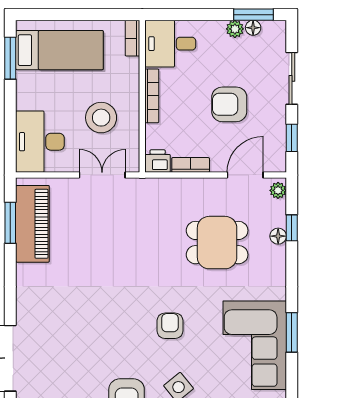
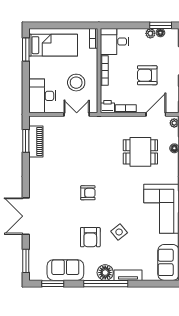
piano: (32, 224) -> (36, 141), width x0.73, depth x0.75
armchair: (170, 326) -> (88, 193), moved, turned 90

